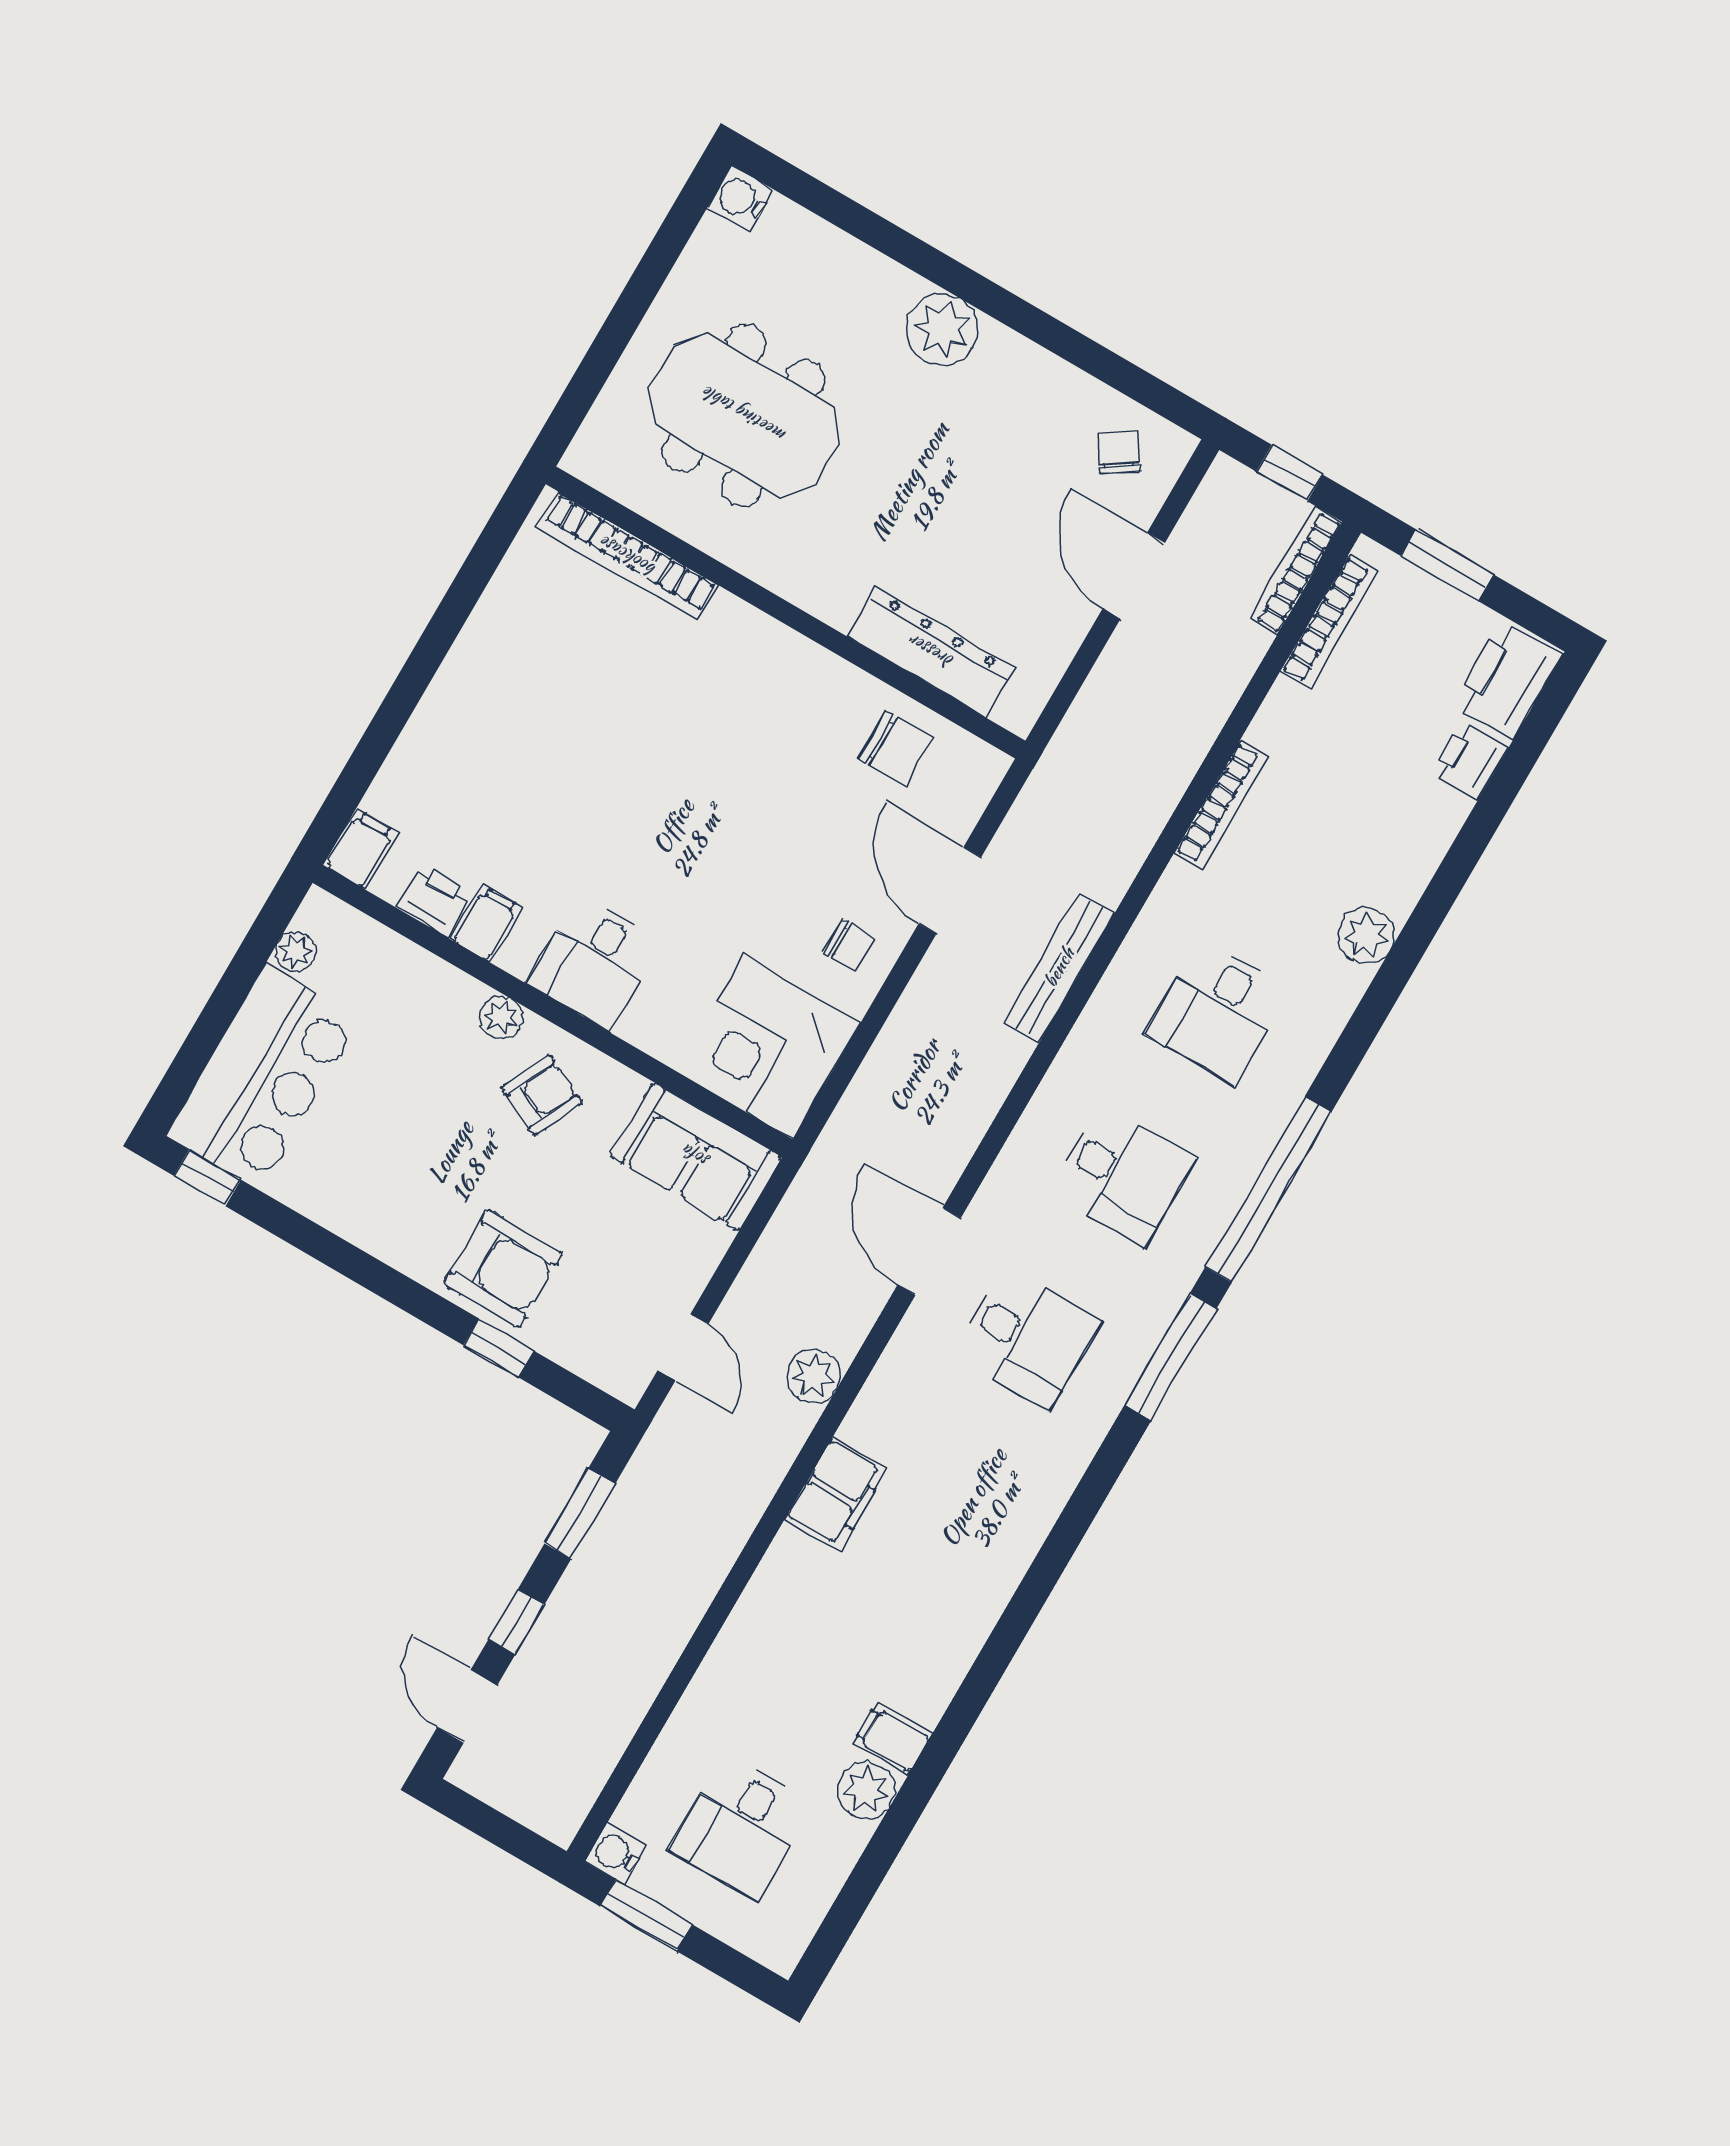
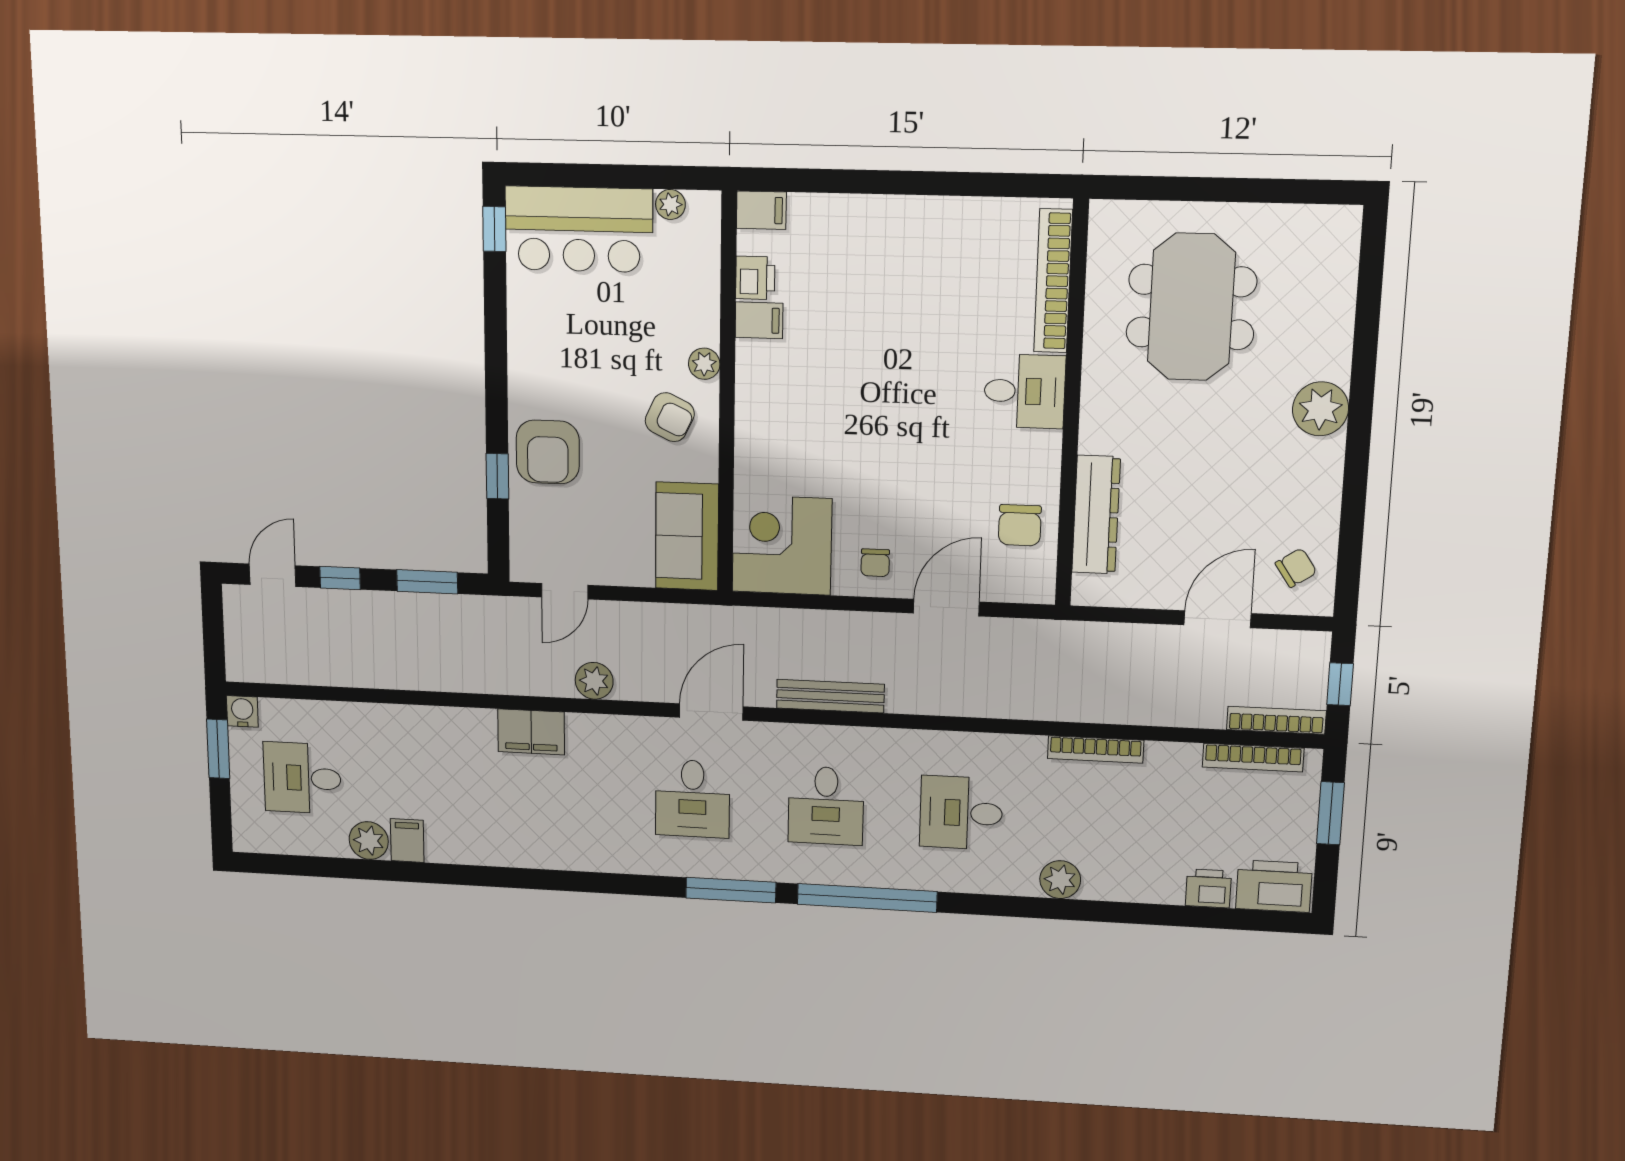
water cooler: (741, 199) -> (1343, 224), removed
desk: (594, 962) -> (1025, 391), moved, turned 180
bench: (1059, 967) -> (830, 696), moved

